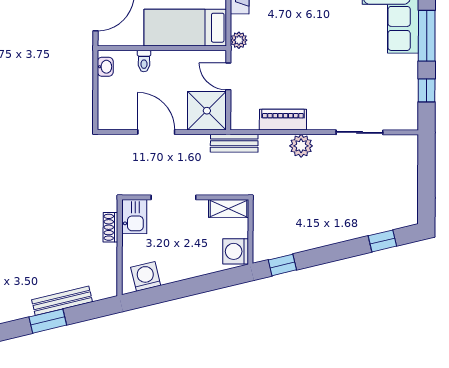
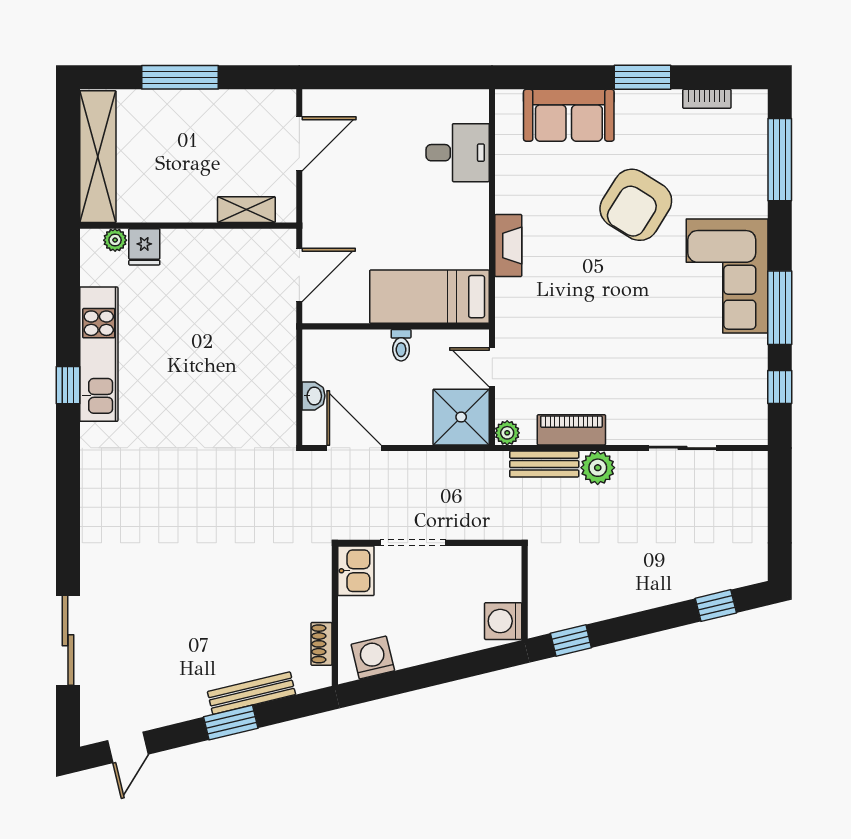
plant: (239, 40) -> (507, 433), moved
toilet: (144, 61) -> (401, 345), moved
washbasin: (105, 67) -> (314, 396), moved
door: (156, 132) -> (354, 448), moved
bench: (234, 143) -> (544, 464), moved
shelving: (229, 209) -> (493, 559), removed
shoe rack: (110, 227) -> (321, 644), moved

